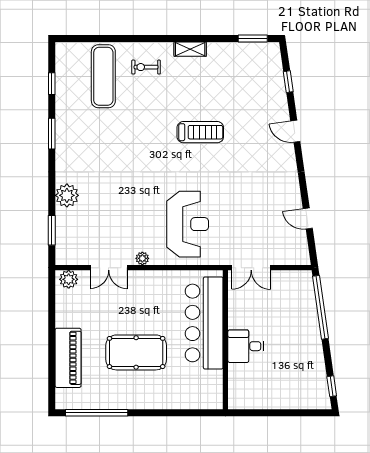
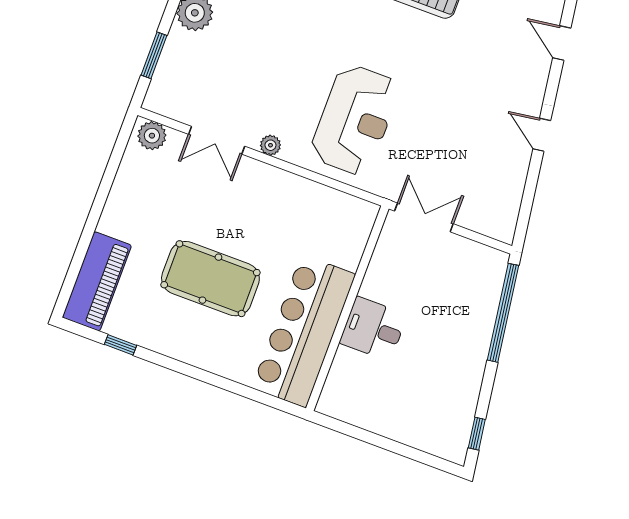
door: (308, 218) -> (542, 135), moved
double door: (251, 268) -> (424, 217), swing flipped
bar counter: (204, 323) -> (304, 331), moved
piano: (68, 358) -> (97, 281), moved
window: (97, 413) -> (121, 345), width x0.32

